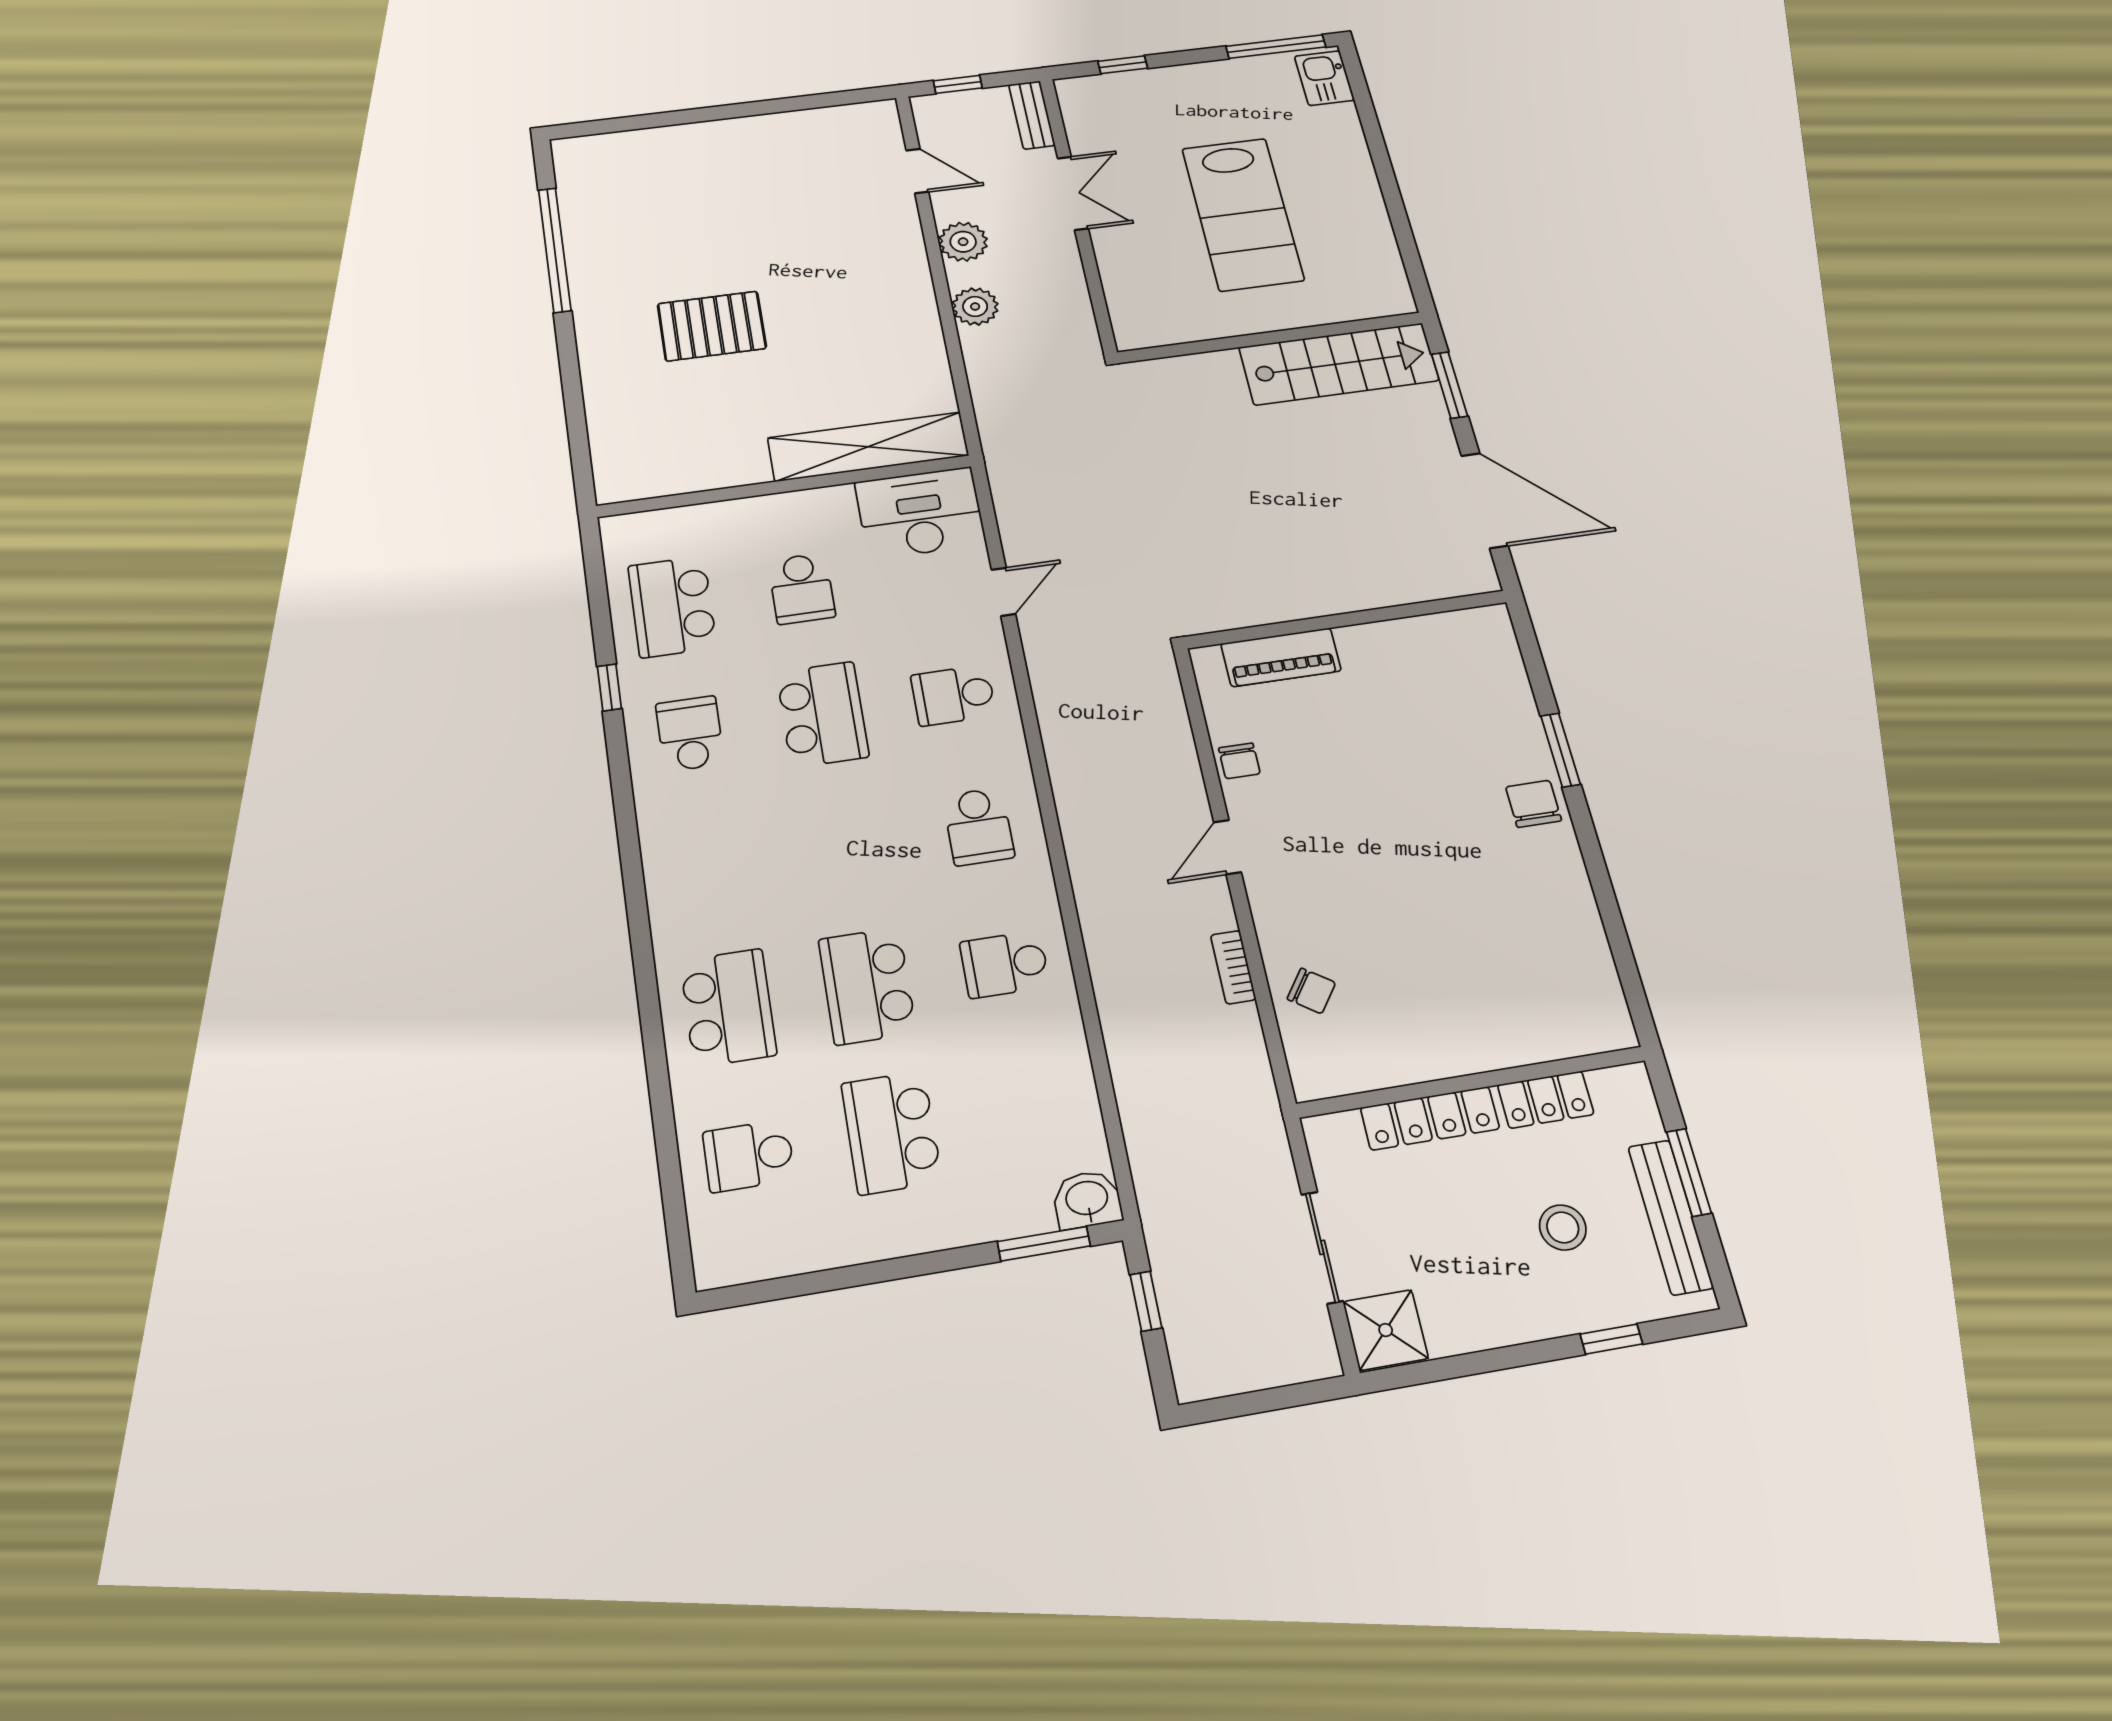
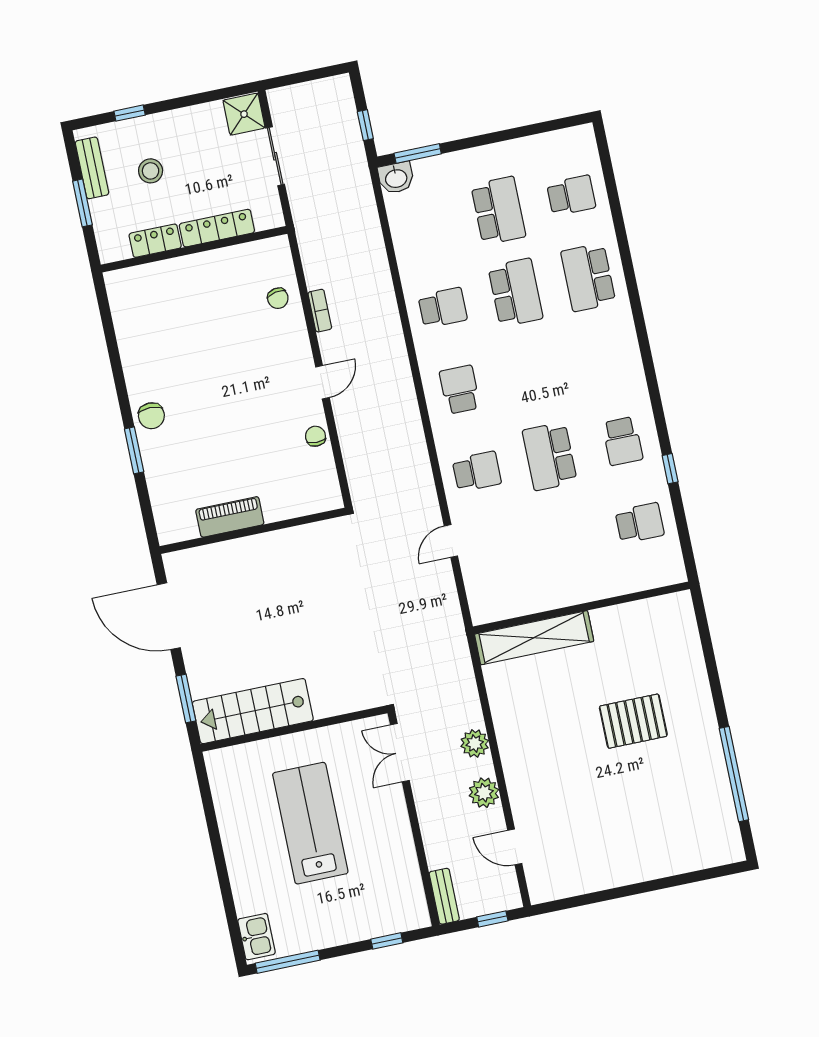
double door: (1073, 193) -> (400, 753), moved
desk: (920, 513) -> (501, 593), removed
school desk: (802, 588) -> (567, 538), removed
school desk: (672, 607) -> (640, 523), width x0.54
piano: (1281, 657) -> (230, 517), moved
chair: (1311, 991) -> (278, 298), turned -135
bench: (1670, 1217) -> (92, 168), width x0.73

